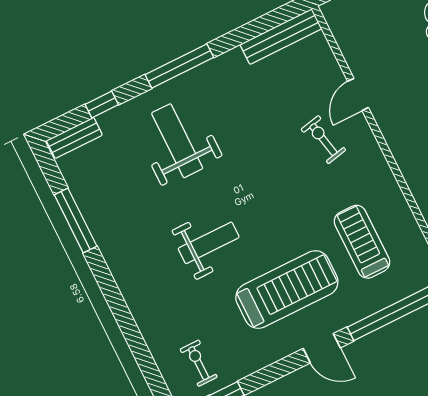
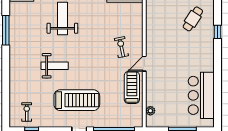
door: (358, 94) -> (144, 64), moved
treadmill: (362, 242) -> (132, 87), moved

